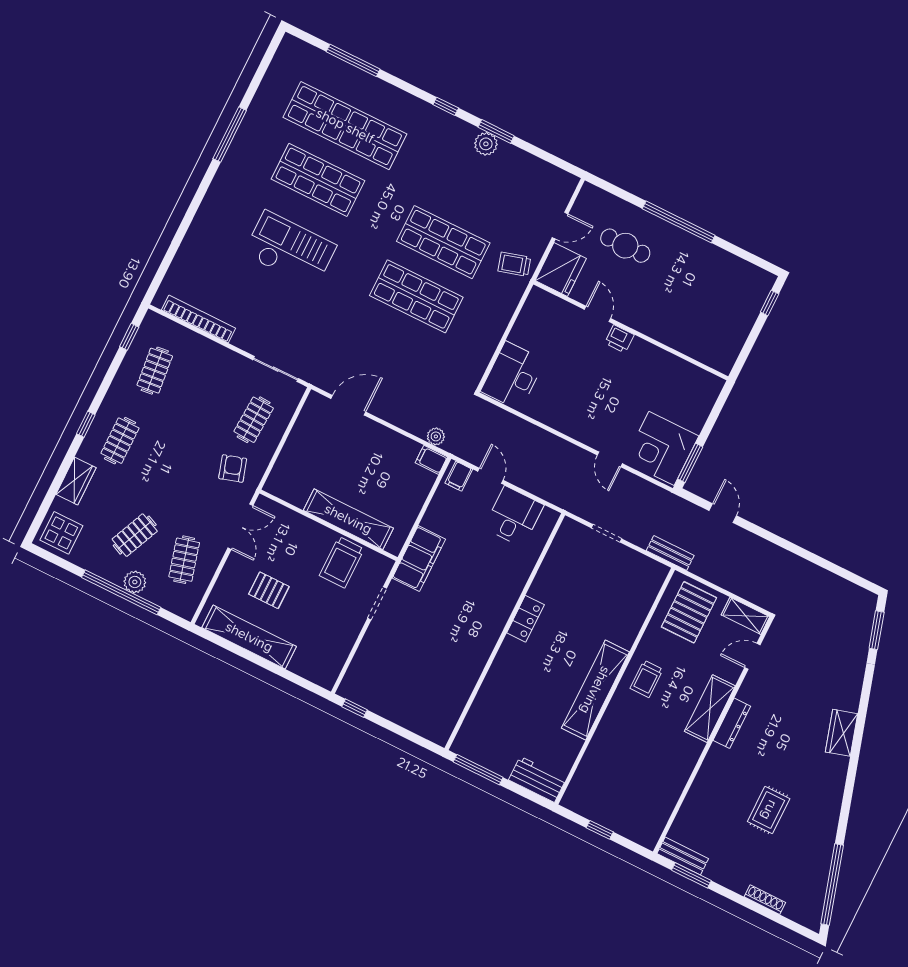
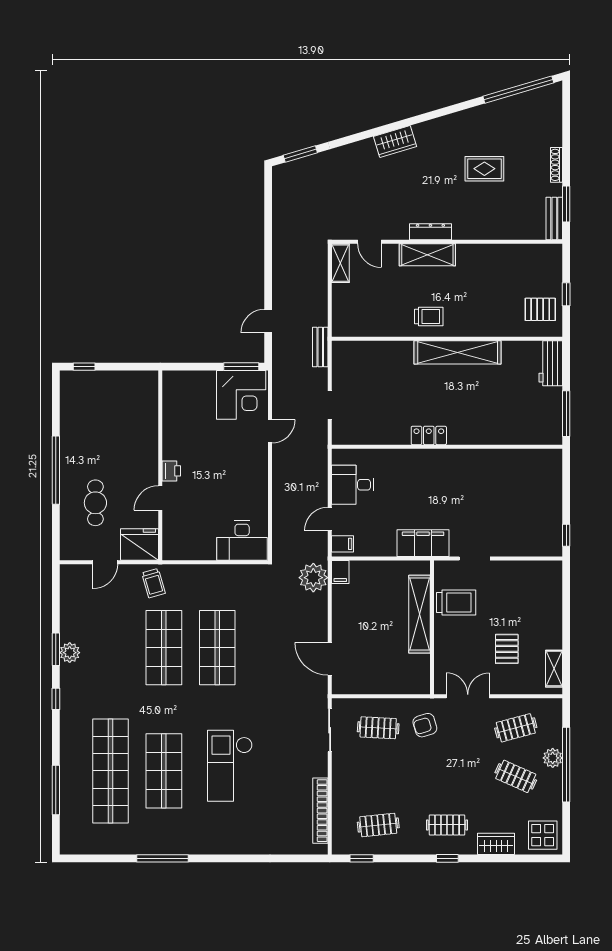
door: (560, 226) -> (105, 562), swing flipped
plant: (436, 436) -> (313, 578), width x1.88, depth x1.88
pallet: (689, 612) -> (540, 309), moved, width x0.67, depth x0.71
shelving: (249, 637) -> (554, 669), width x0.45, depth x0.75
shoe rack: (765, 900) -> (557, 165), moved

